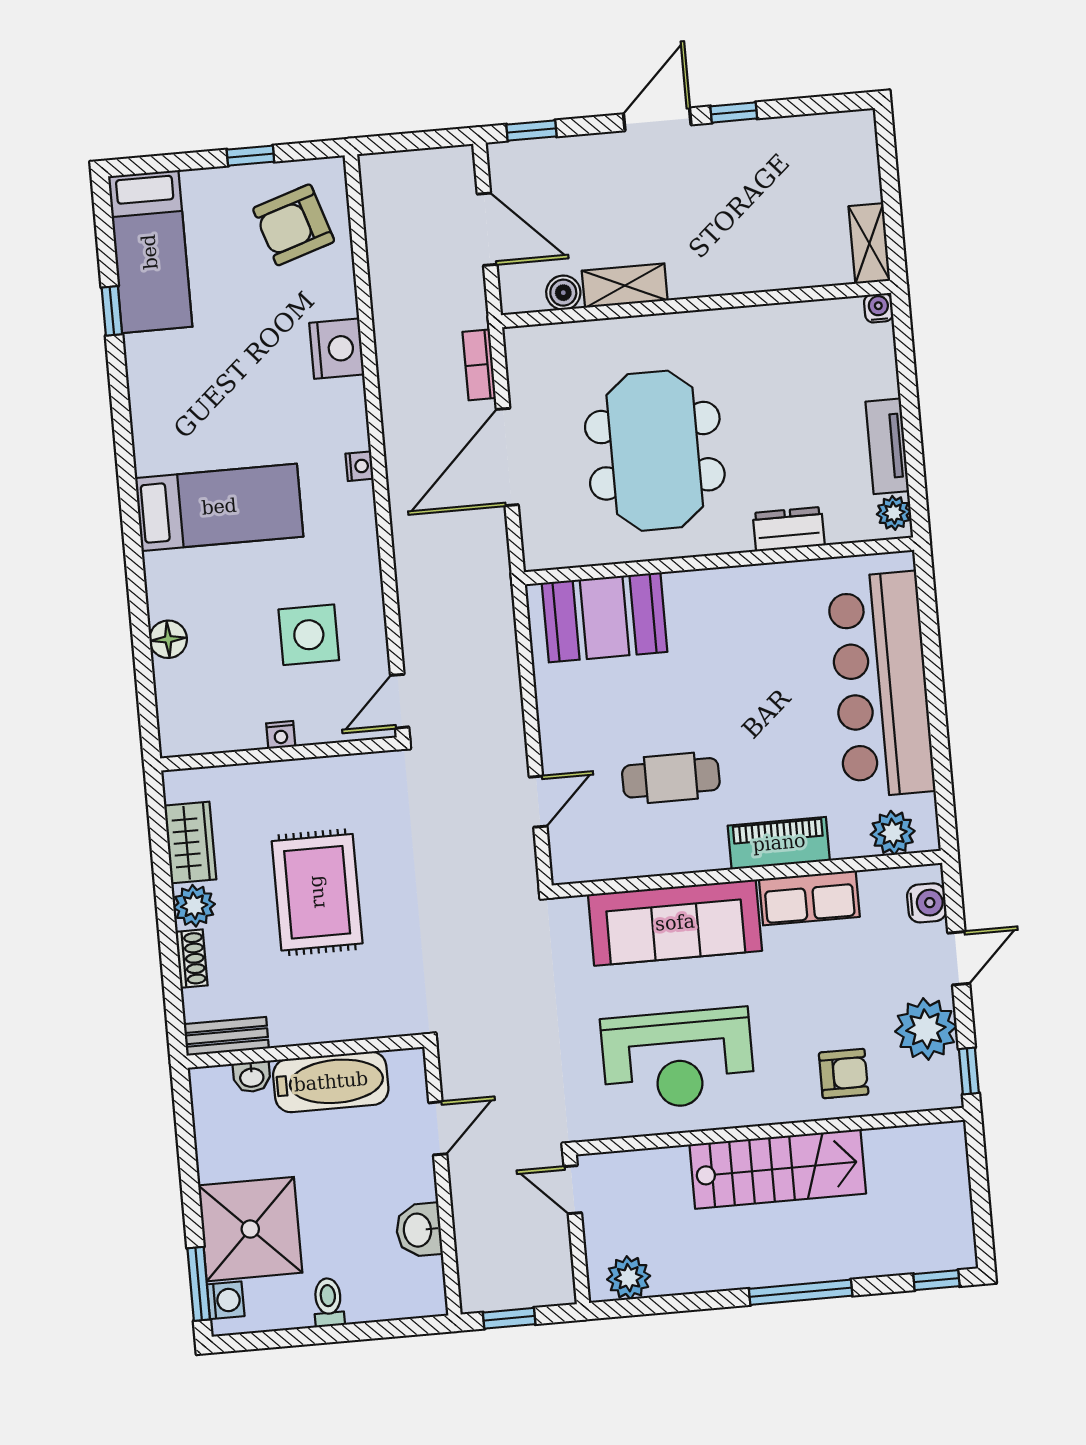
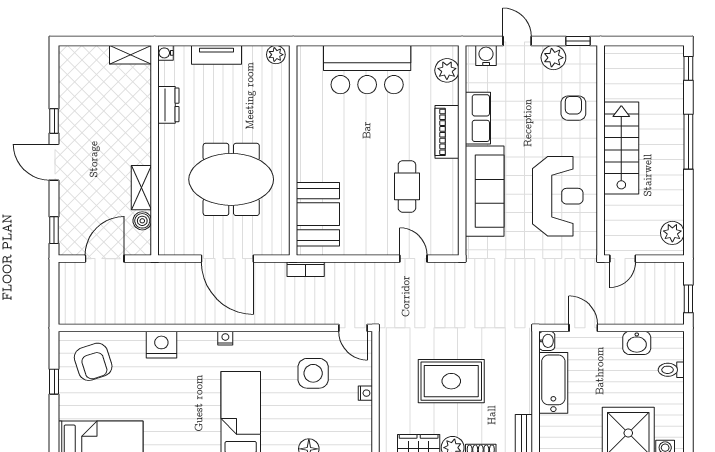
bookcase: (479, 365) -> (306, 269), moved
tv unit: (887, 446) -> (216, 55), moved
dresser: (789, 529) -> (168, 105), moved, turned 180
bar counter: (881, 685) -> (367, 70), width x0.73
plant: (926, 1029) -> (553, 58), width x0.73, depth x0.73
washbasin: (252, 1077) -> (547, 341), moved
toilet: (328, 1302) -> (671, 370), moved

